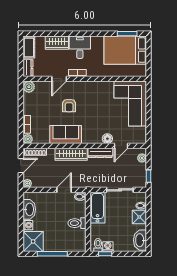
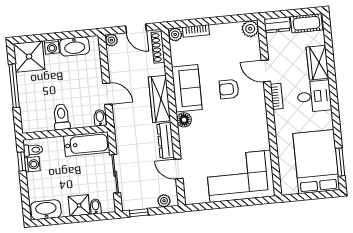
floor lamp: (107, 139) -> (184, 120), moved

